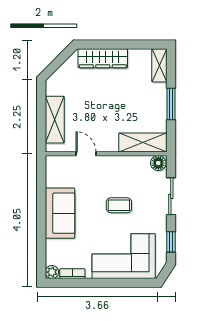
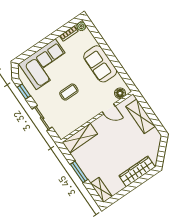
floor lamp: (158, 163) -> (120, 93), moved

